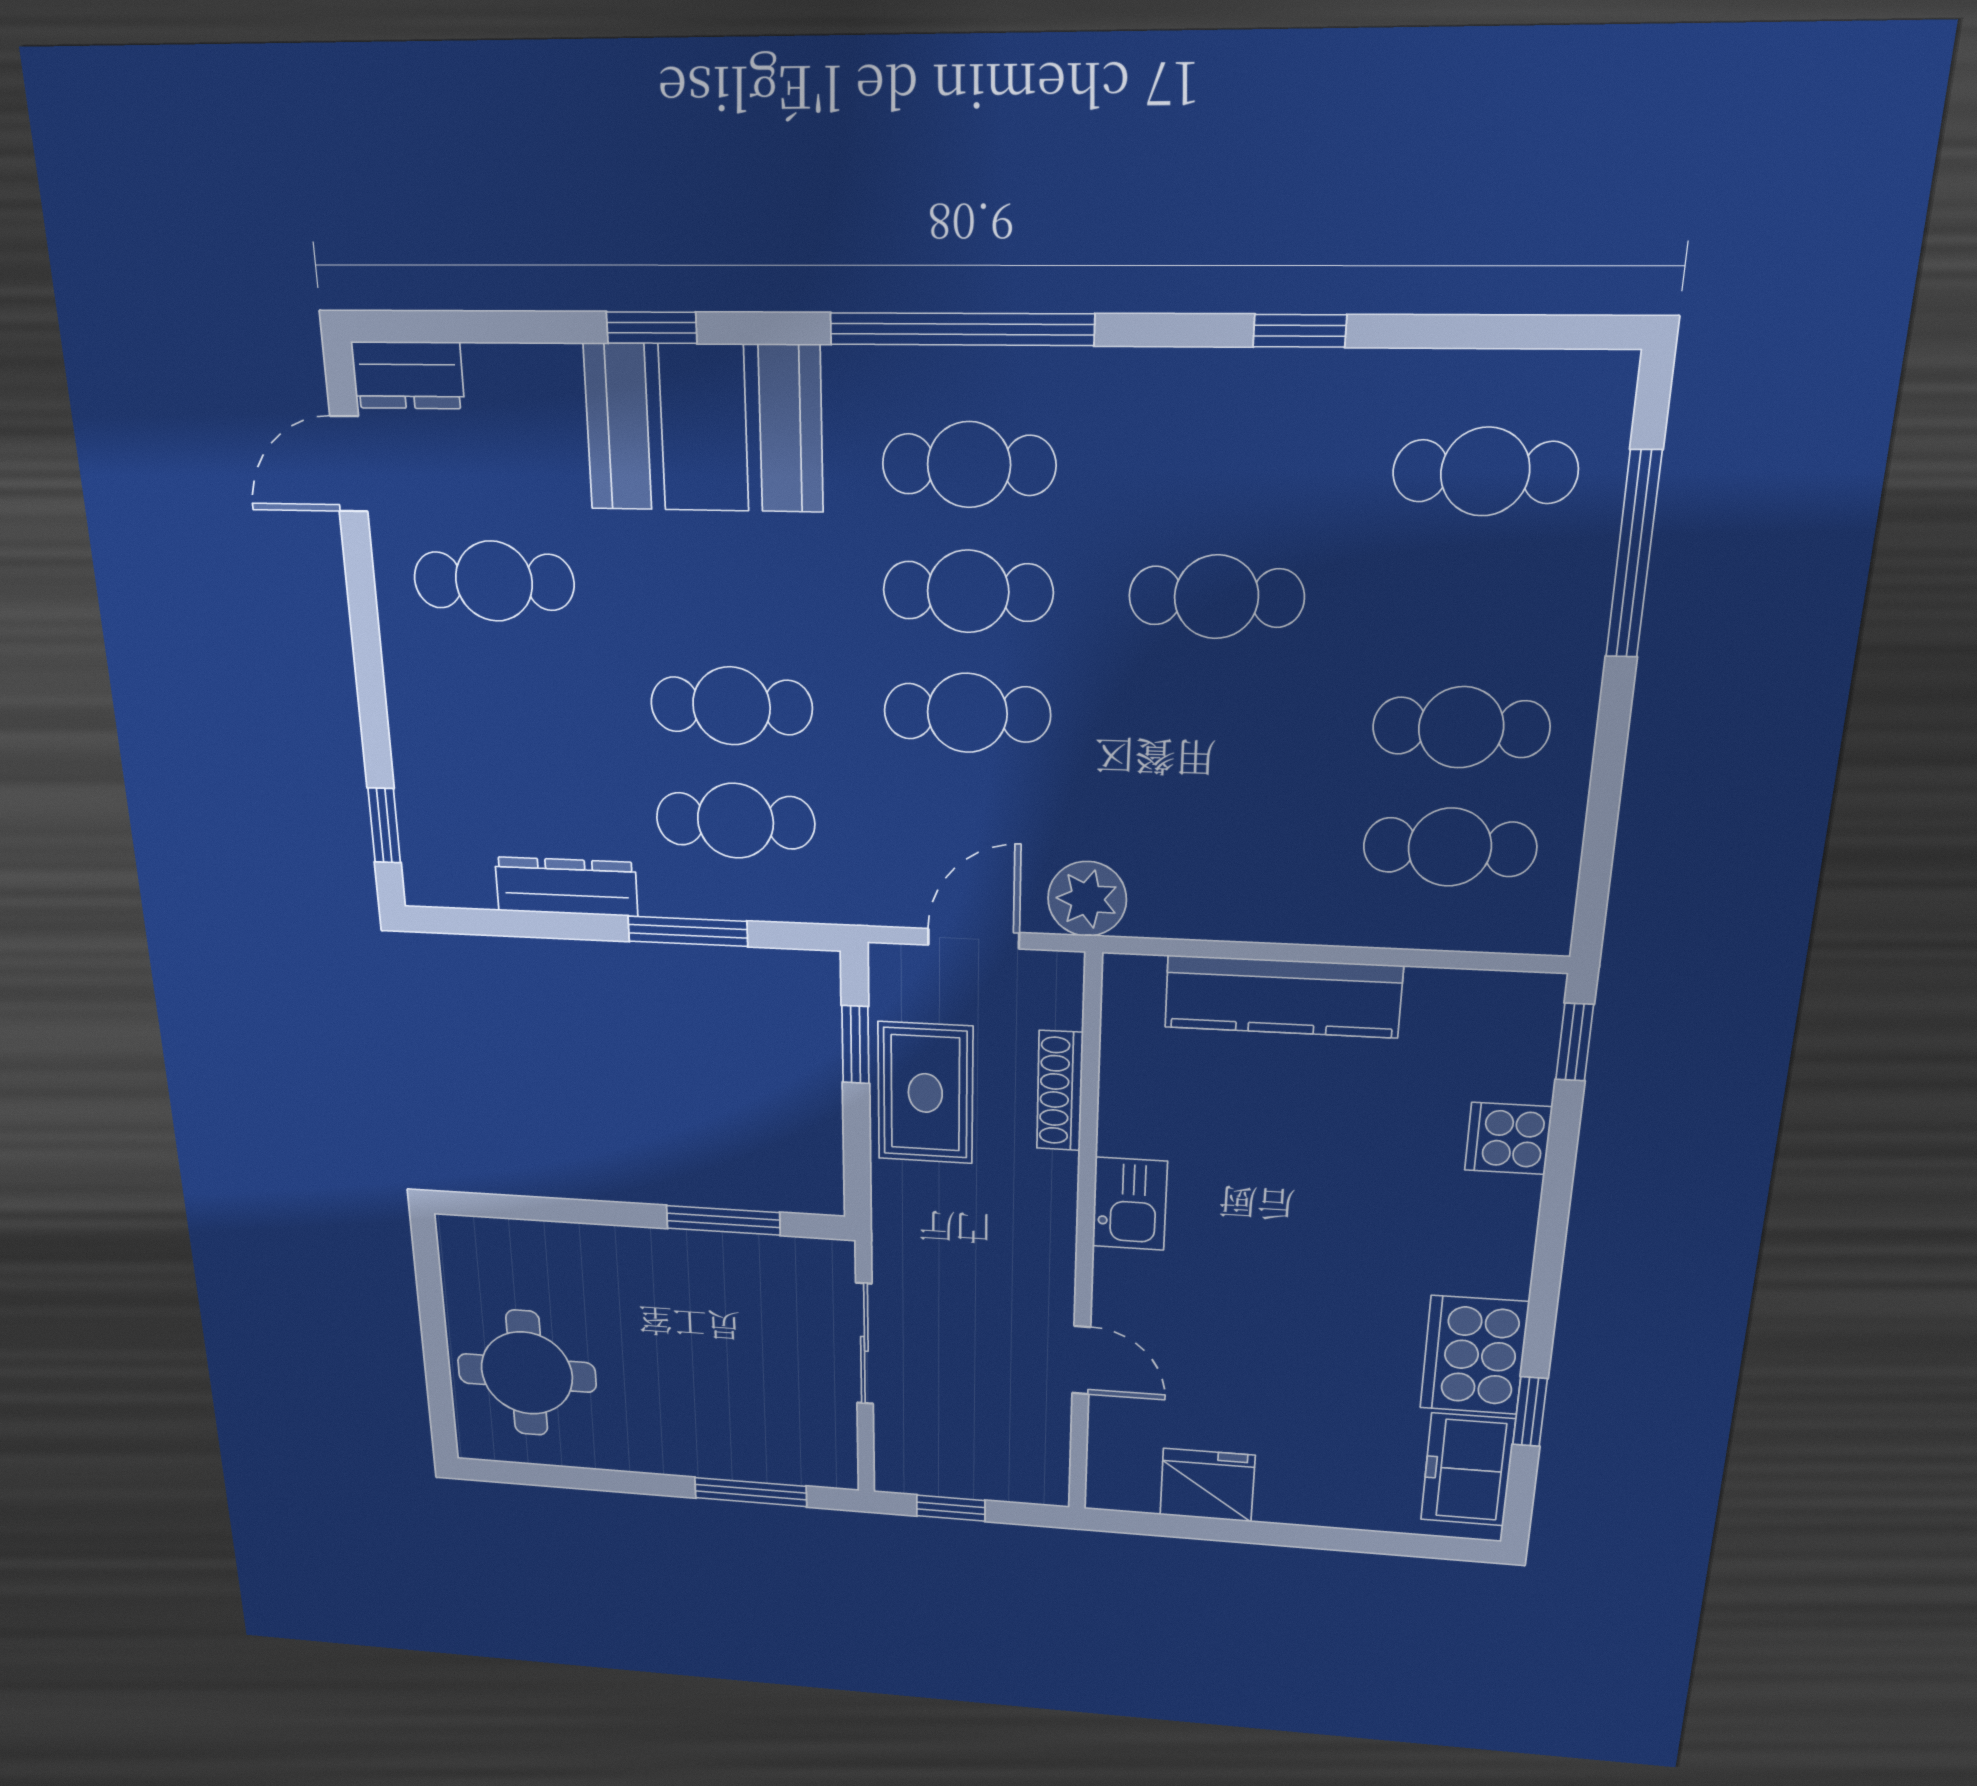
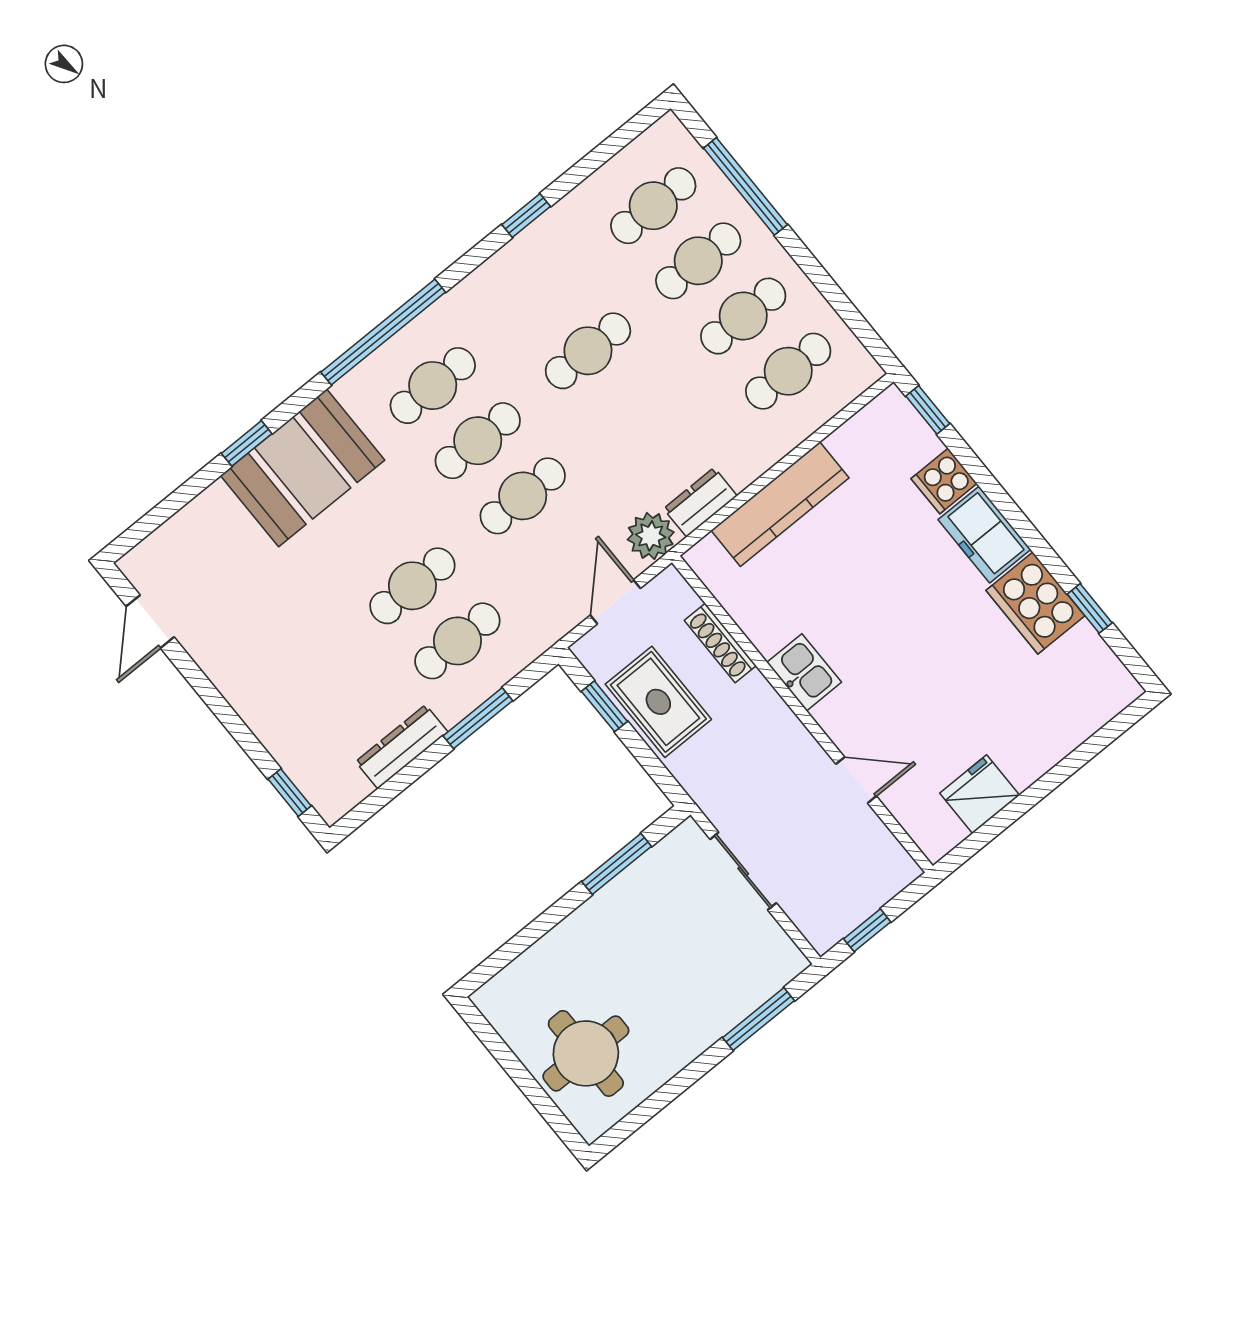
dresser: (408, 375) -> (700, 502), moved, turned 180
cafe table: (494, 581) -> (698, 261), moved
freezer: (1468, 1470) -> (984, 535), moved

